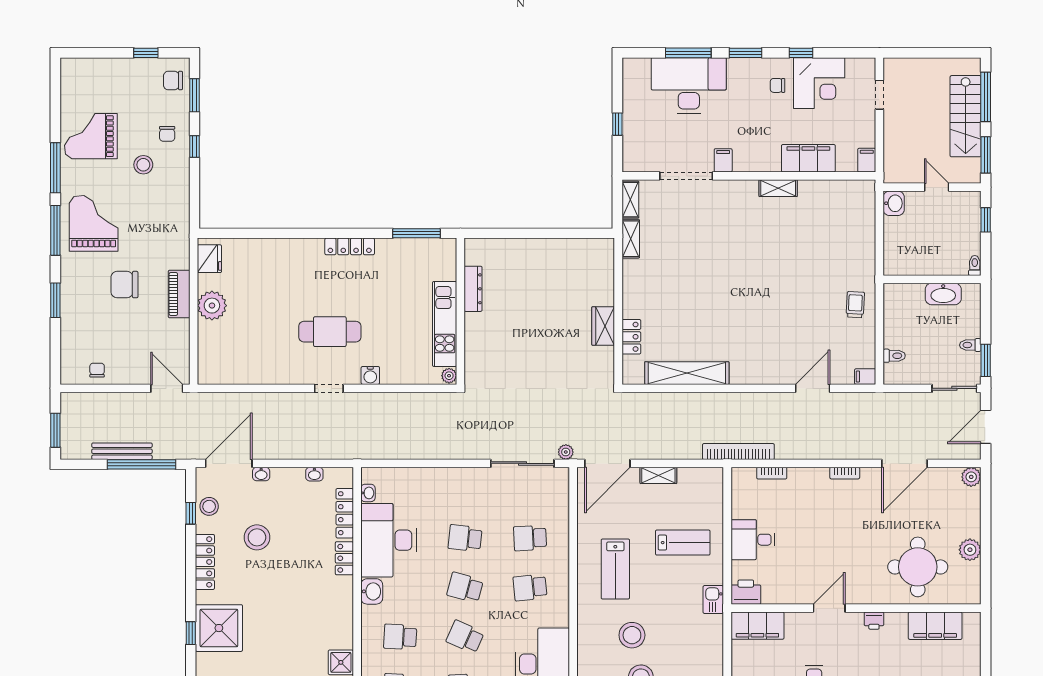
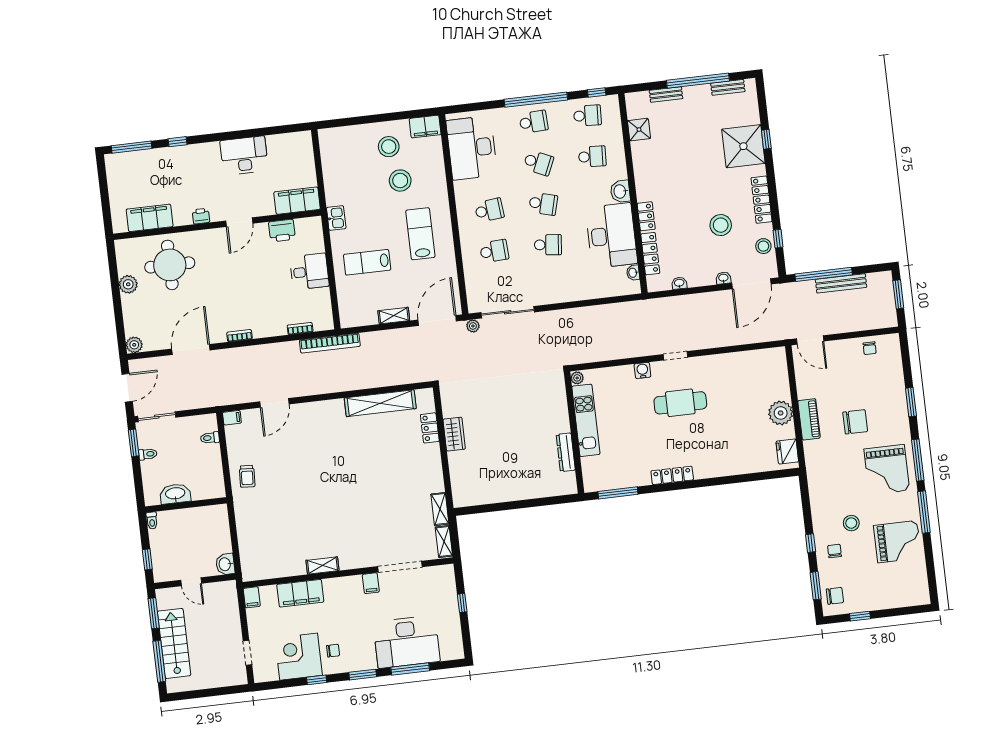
printer: (746, 592) -> (282, 231), moved

